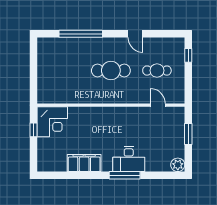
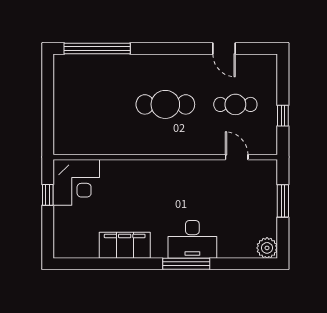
window: (81, 34) -> (97, 49), moved
door: (135, 34) -> (224, 49), moved
window: (188, 55) -> (283, 116), moved

